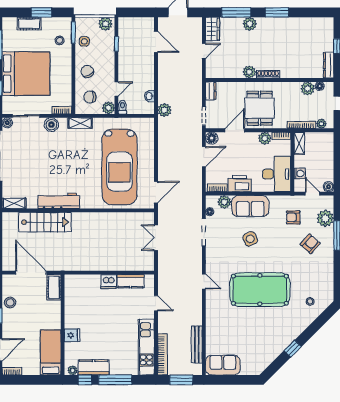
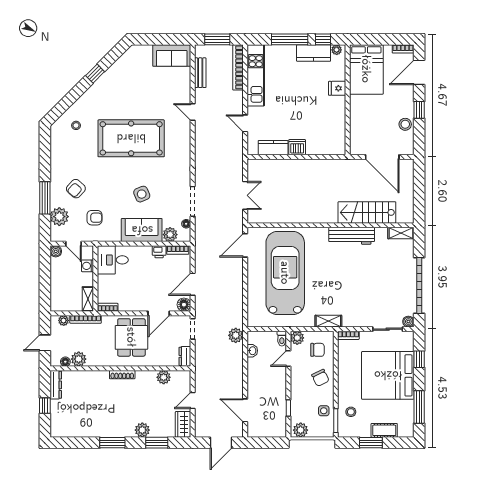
window: (236, 12) -> (157, 443), width x0.69
plant: (249, 72) -> (164, 377), moved
boiler: (51, 125) -> (360, 319), removed
plant: (265, 138) -> (126, 304), removed
desk: (277, 174) -> (113, 260), width x0.73
printer: (240, 184) -> (159, 252), width x0.53, depth x0.68
door: (204, 282) -> (193, 112), moved
cot: (54, 287) -> (357, 141), removed
bench: (197, 345) -> (200, 73), width x0.73
bed: (51, 352) -> (366, 69), width x1.50

